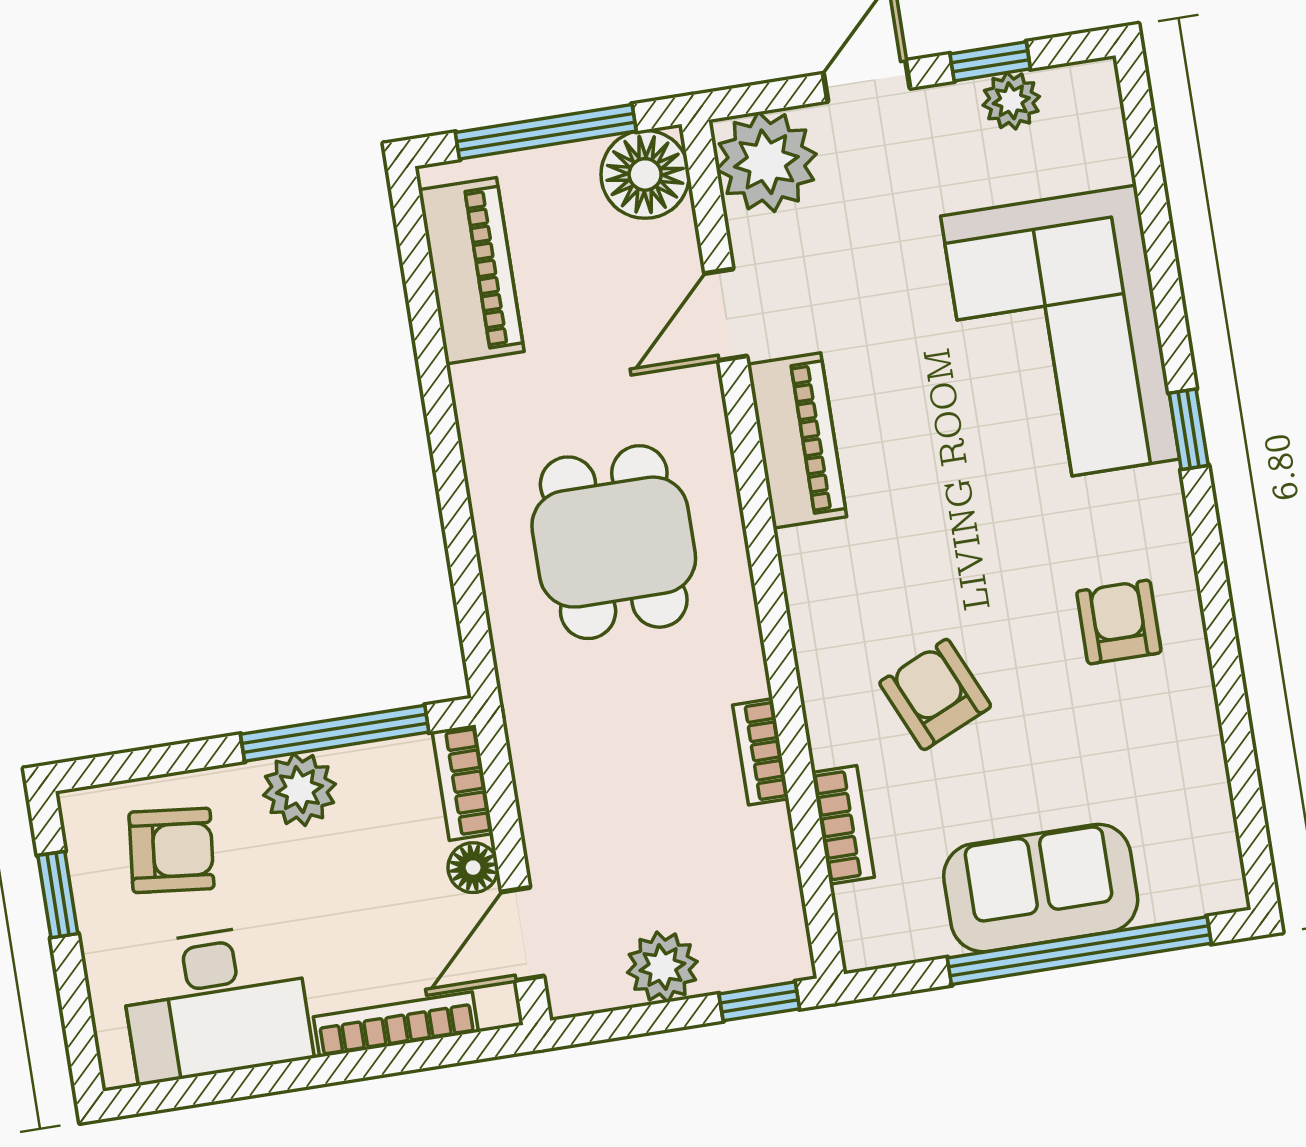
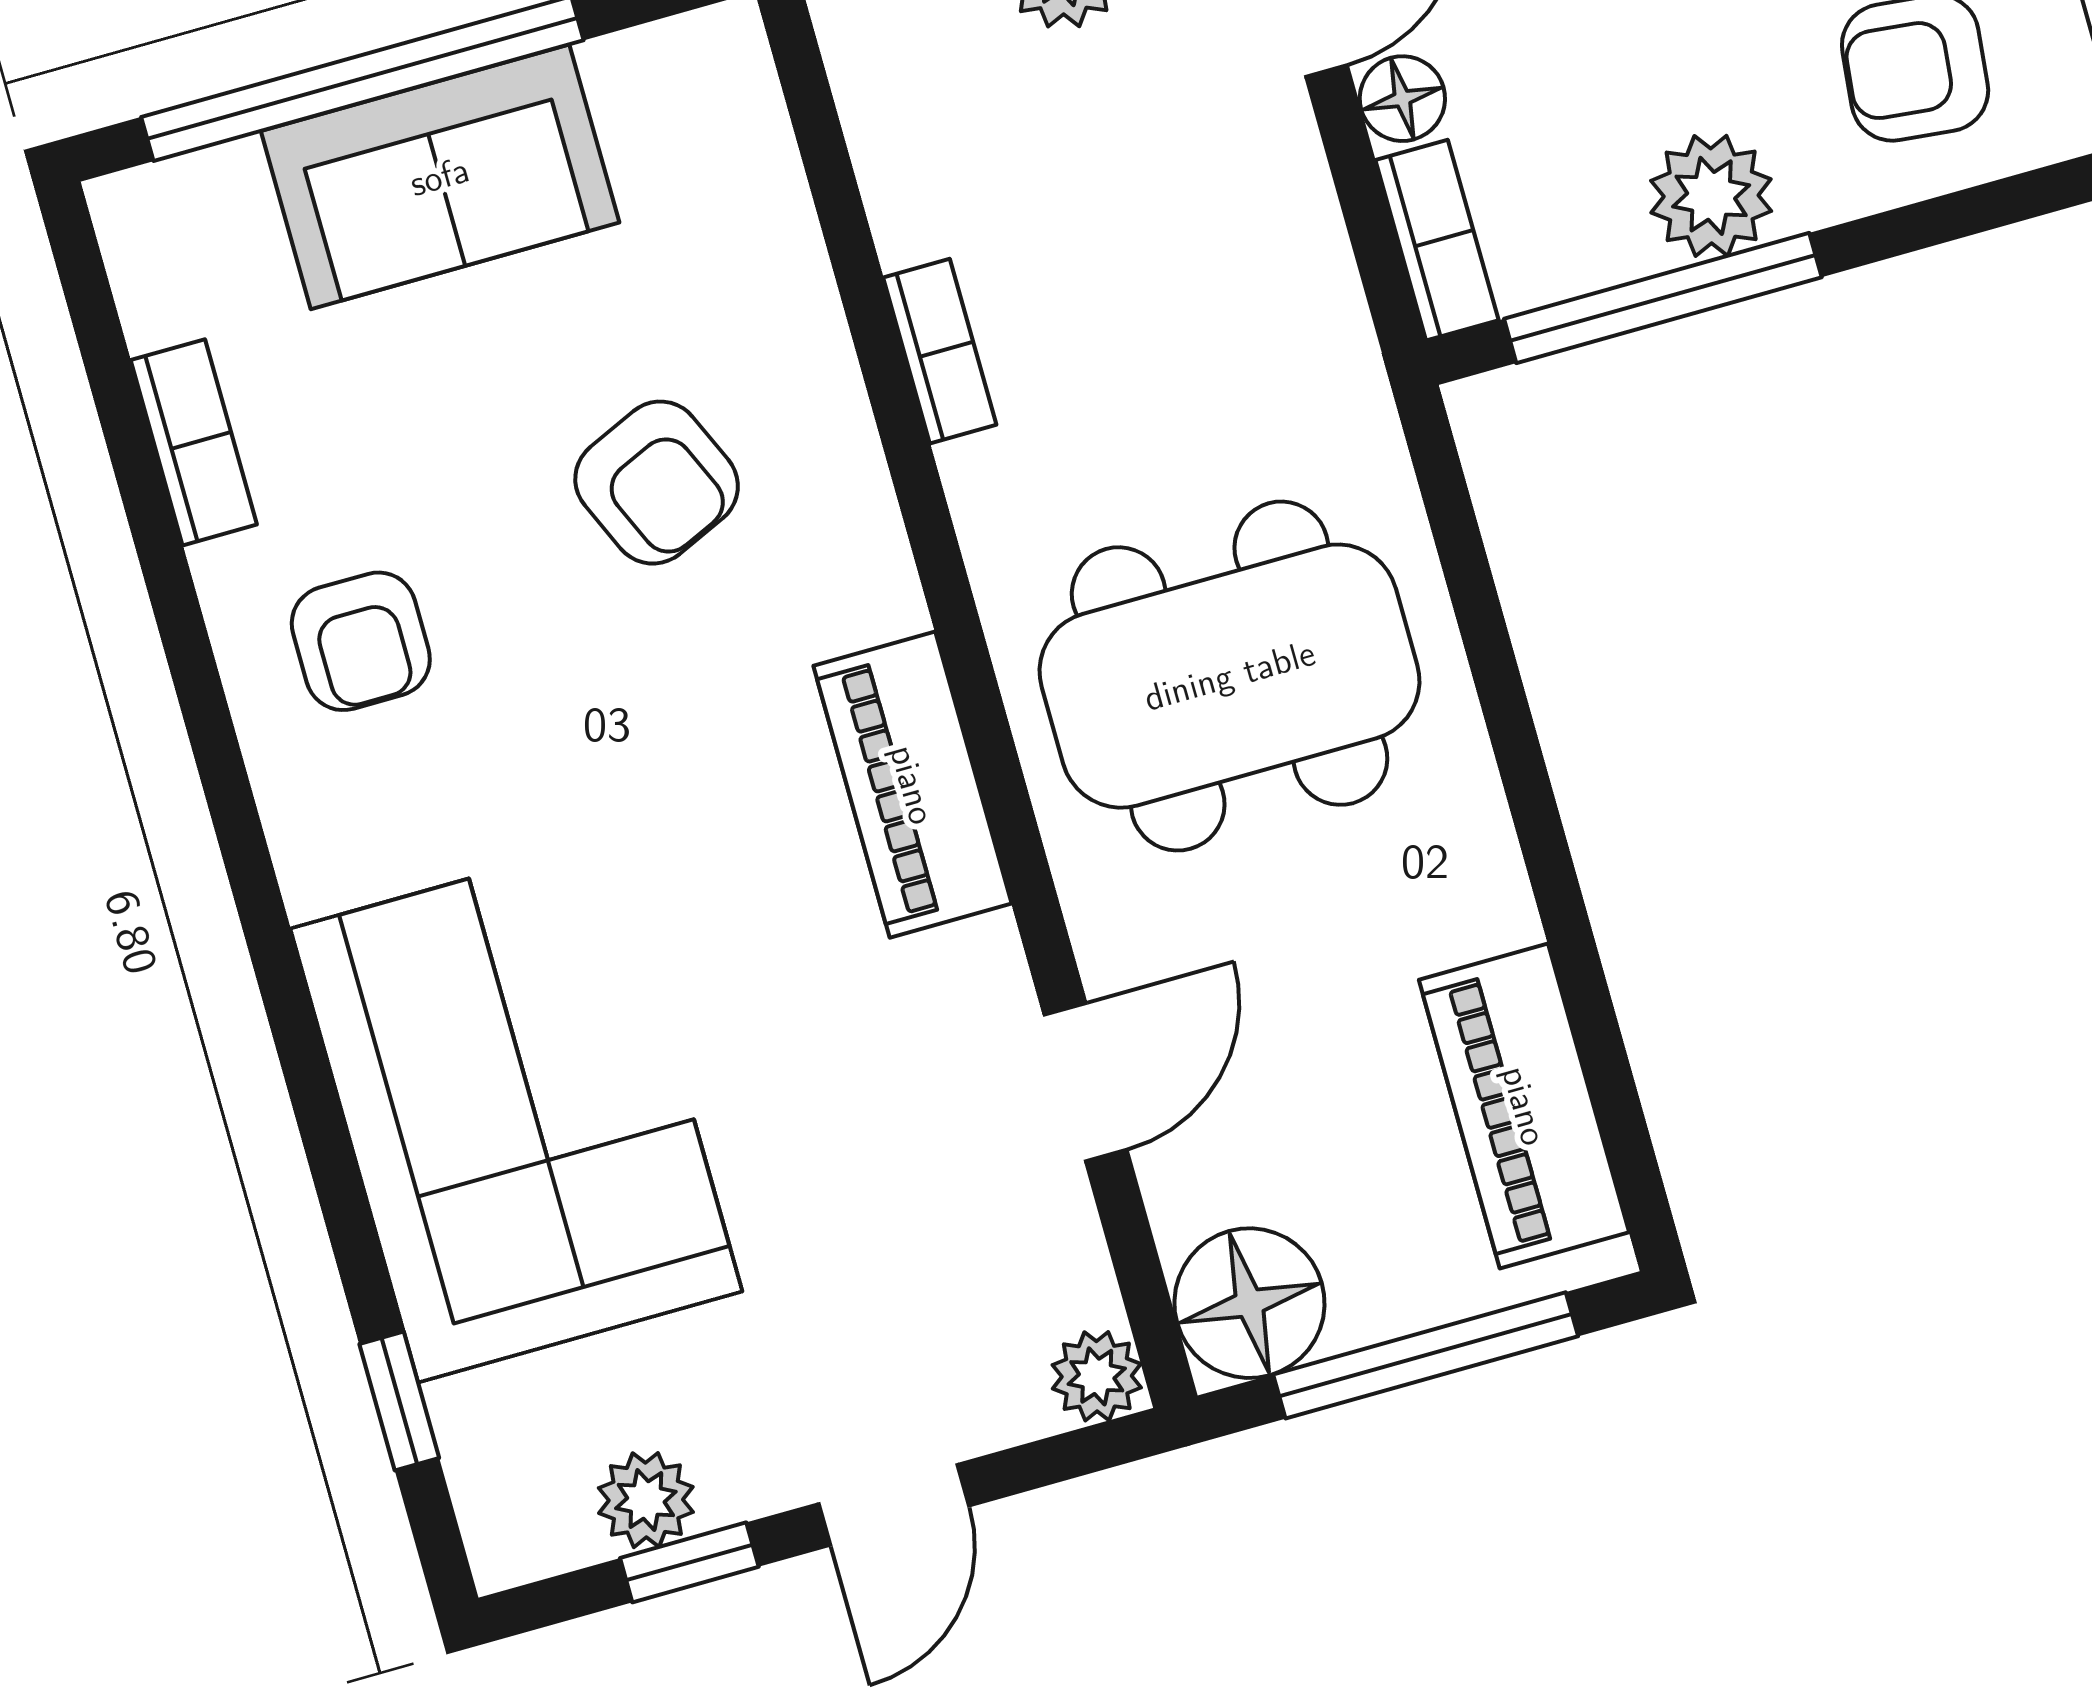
plant: (766, 162) -> (1097, 1376), width x0.53, depth x0.53
window: (1189, 429) -> (399, 1401), moved
piano: (797, 440) -> (912, 785), moved
dining table: (614, 542) -> (1230, 676), width x1.38
bookcase: (843, 825) -> (194, 442), moved, turned 180

